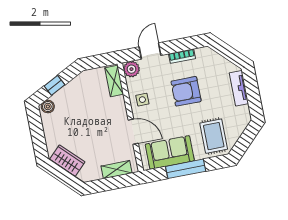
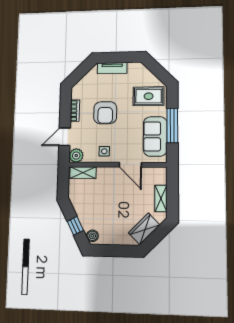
door: (150, 51) -> (65, 137), hinge flipped
door: (133, 132) -> (130, 165), swing flipped
shelving: (116, 170) -> (161, 198), moved

